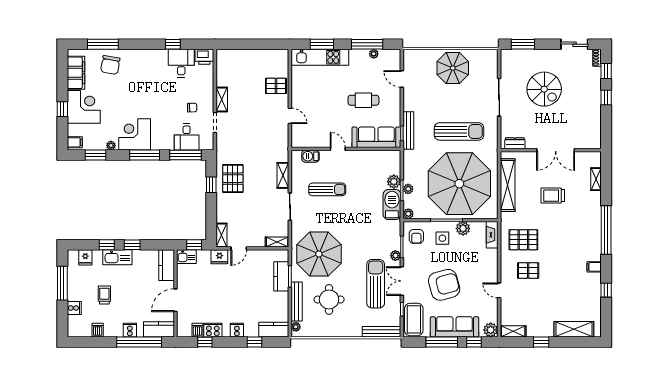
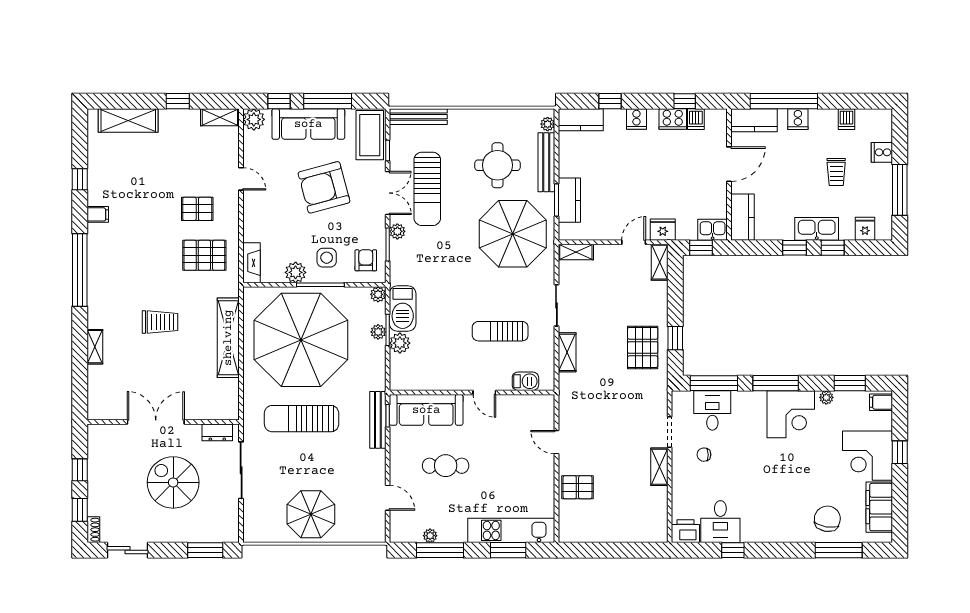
dresser: (515, 143) -> (217, 432), moved
wall: (551, 150) -> (163, 422), moved
double door: (556, 150) -> (156, 422), moved

